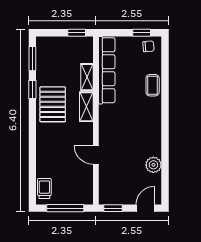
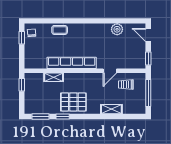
row of seats: (107, 70) -> (72, 63), moved
shelving: (86, 107) -> (111, 109), moved
trolley: (44, 188) -> (126, 84), moved

